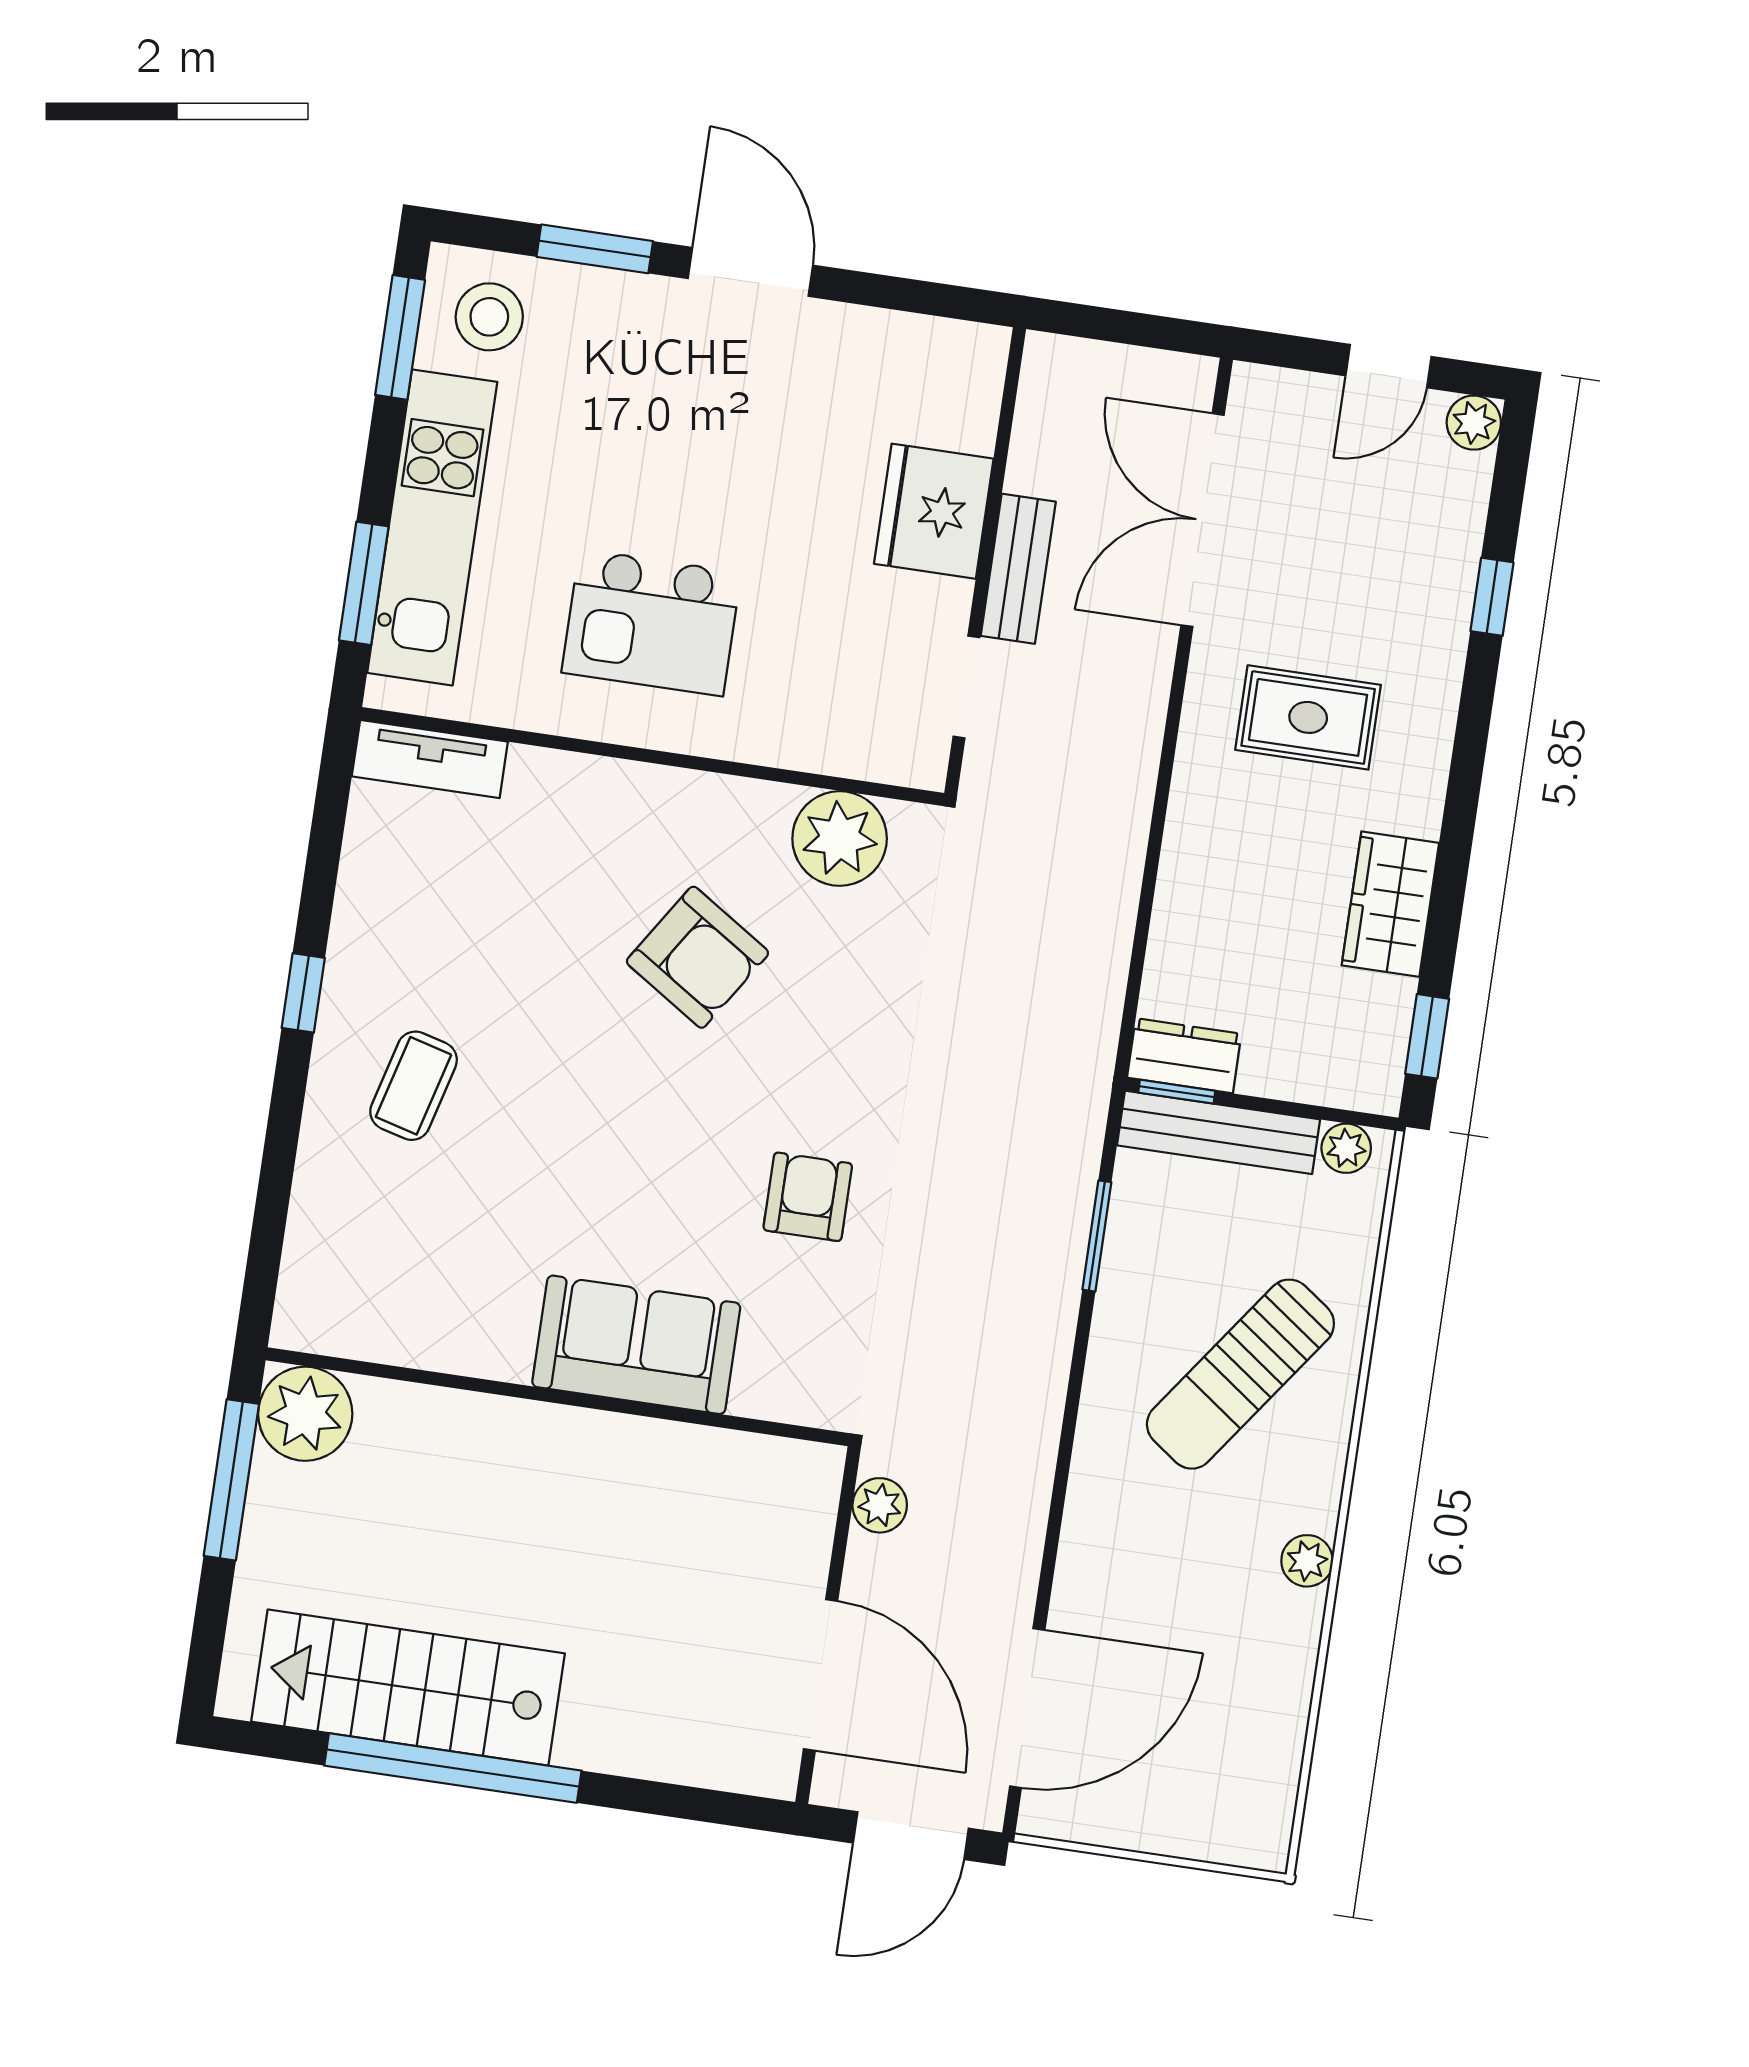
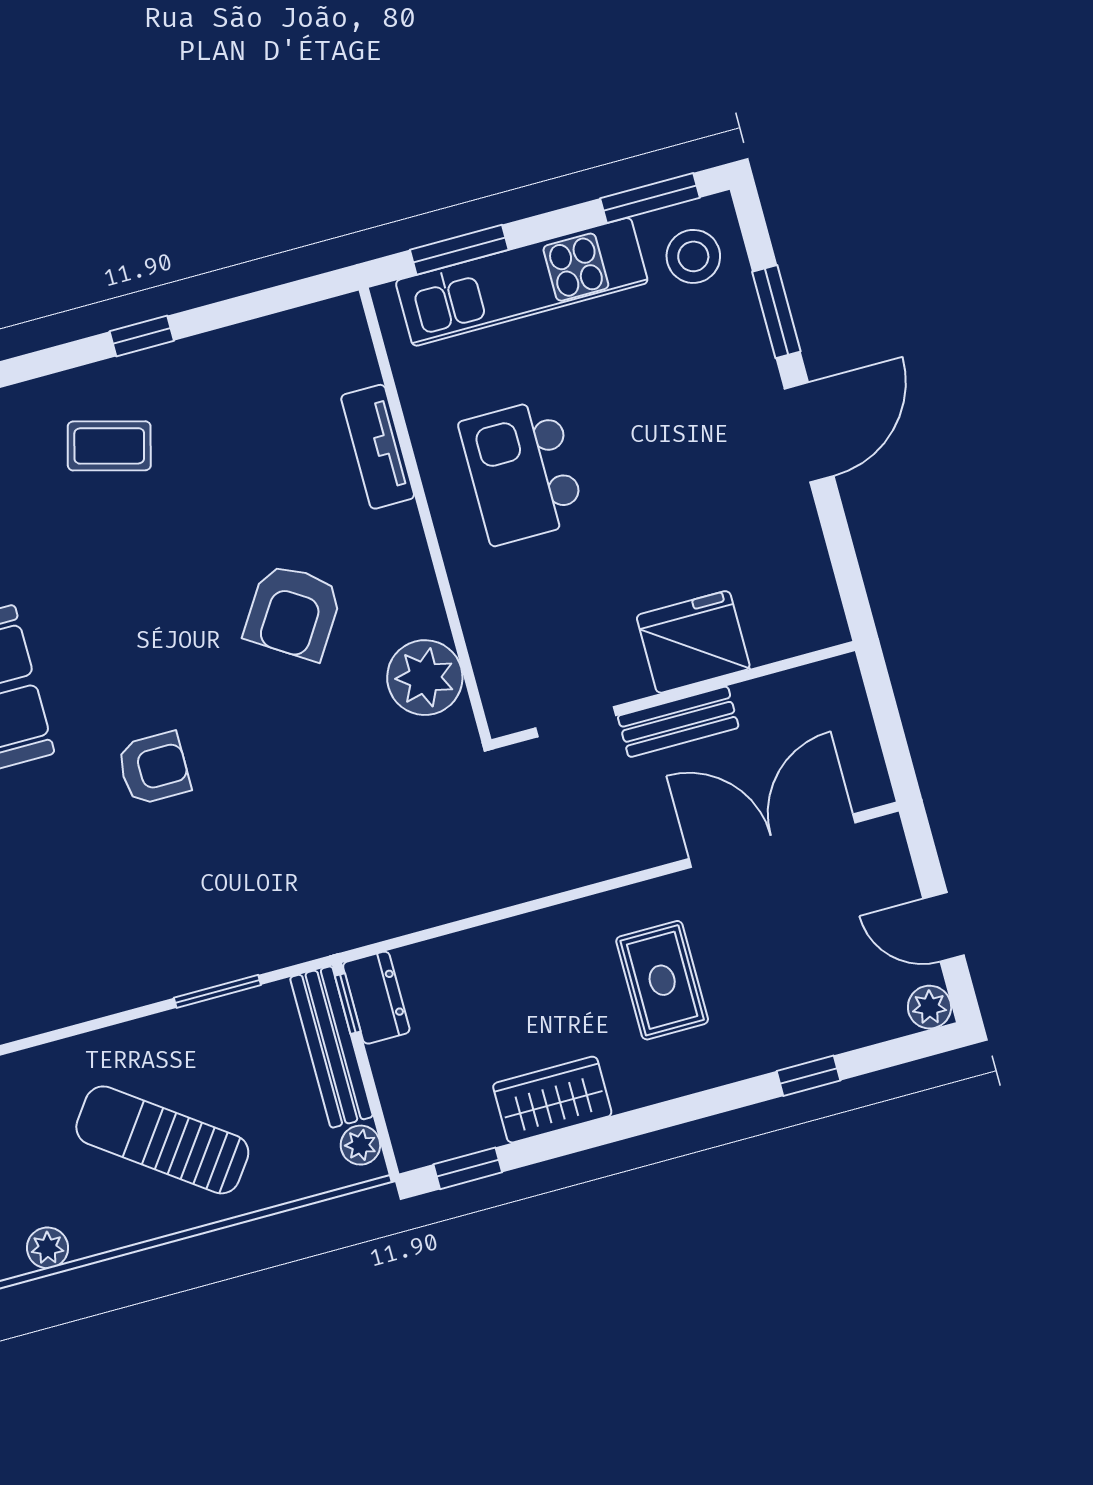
tv unit: (430, 759) -> (378, 447), moved

